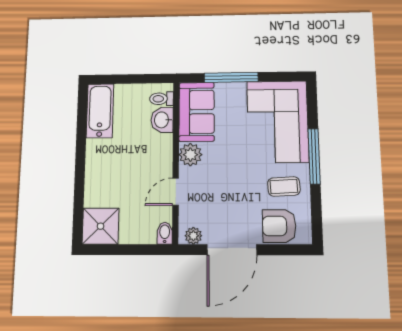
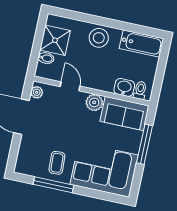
window: (314, 156) -> (53, 185), moved
stool: (103, 168) -> (99, 38), added
shower: (101, 226) -> (55, 40), moved
armchair: (279, 226) -> (31, 153), removed
bidet: (165, 233) -> (46, 58), moved

